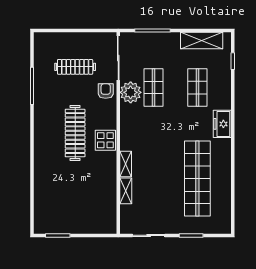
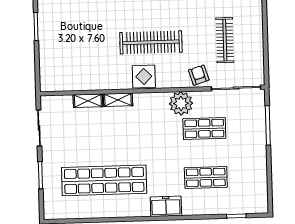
shelving: (202, 41) -> (258, 181), removed
armchair: (106, 91) -> (199, 75), turned -107
plant: (131, 92) -> (181, 103), moved

